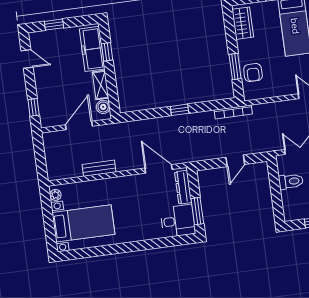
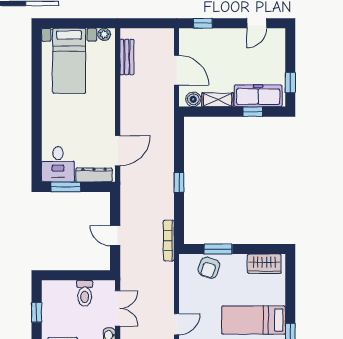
window: (54, 25) -> (290, 83), moved
armchair: (253, 73) -> (209, 268), turned -72
bench: (99, 168) -> (127, 57), moved

